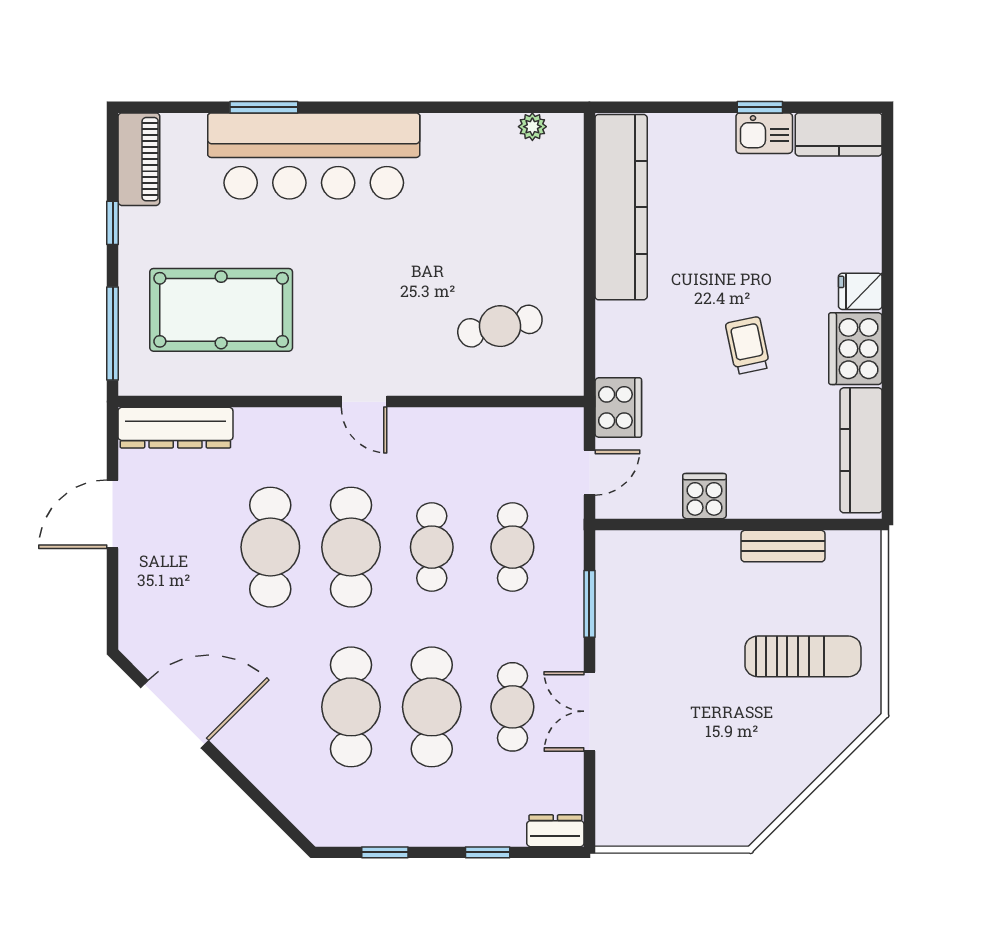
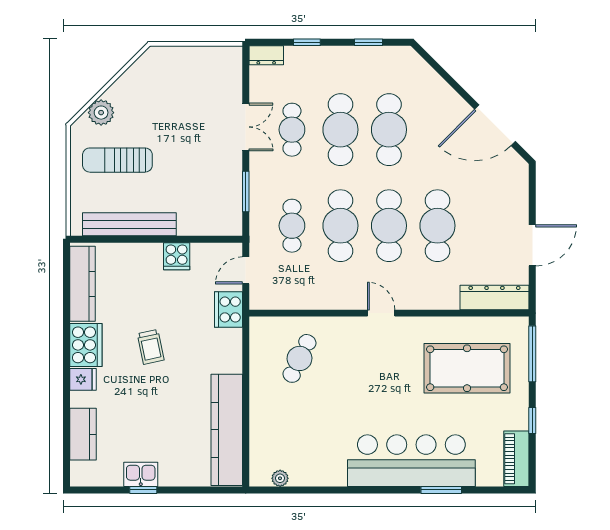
kitchen counter: (839, 134) -> (83, 434), moved, turned 90
cafe table: (500, 326) -> (299, 358), turned -51
bench: (783, 546) -> (129, 224), width x1.86, depth x1.21
cafe table: (432, 547) -> (340, 226), width x1.37, depth x1.35
plant: (830, 735) -> (101, 113), added

